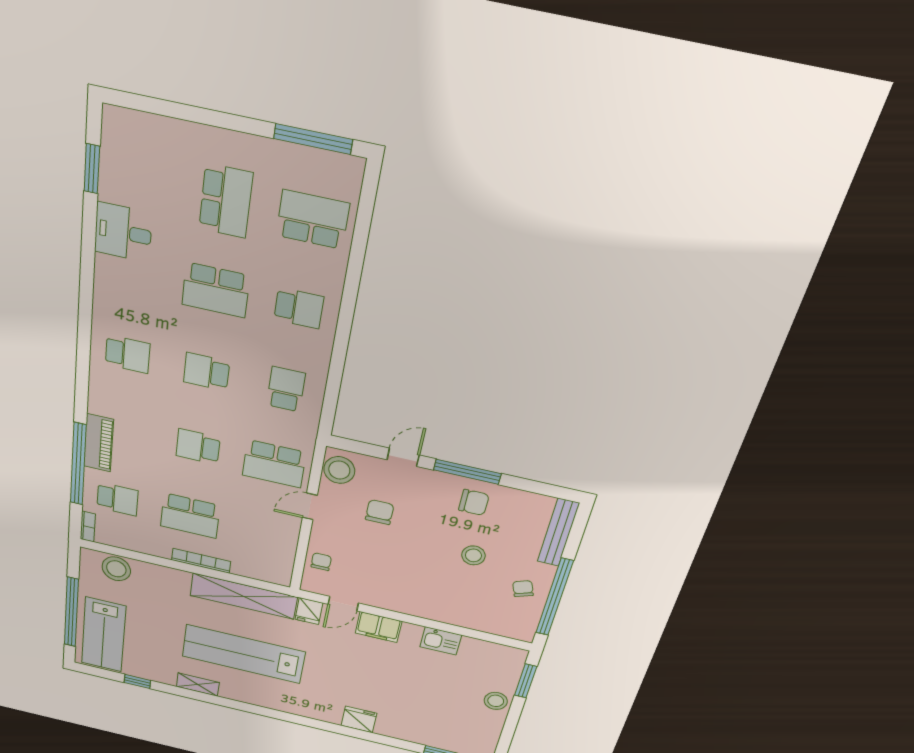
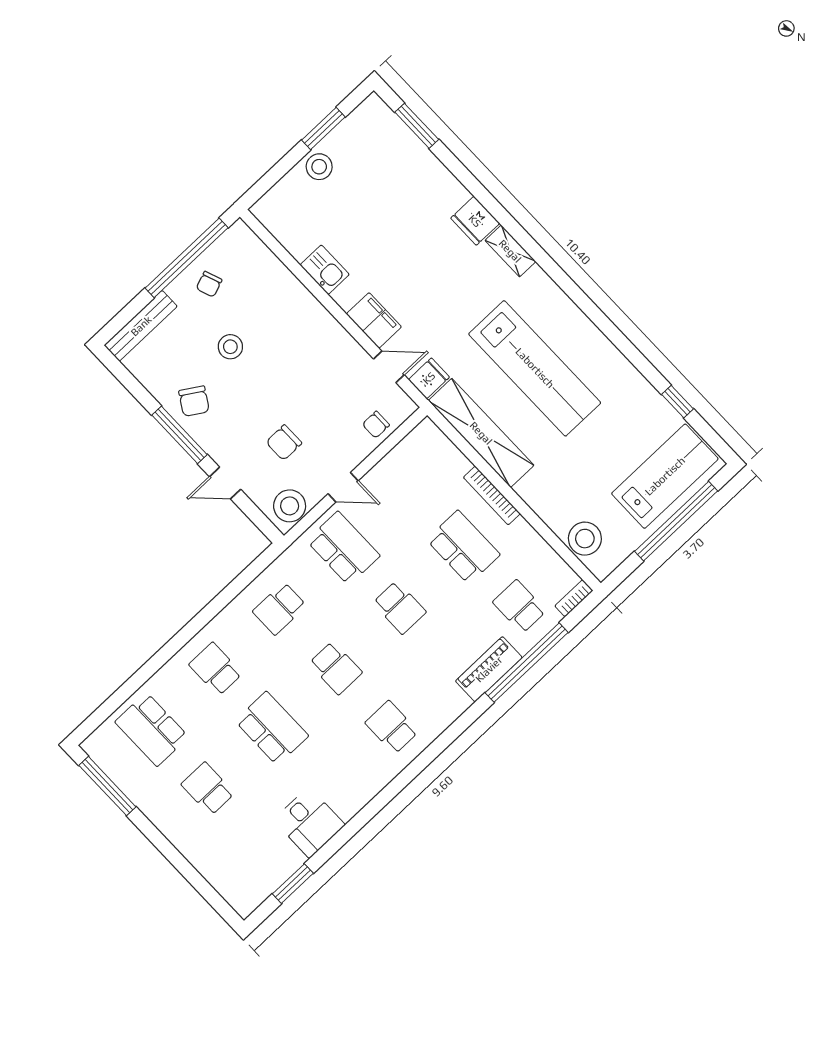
school desk: (226, 201) -> (208, 789), width x0.54
chair: (474, 502) -> (194, 401), turned -148
window: (526, 681) -> (323, 129), moved
shelving: (198, 684) -> (510, 251), moved

